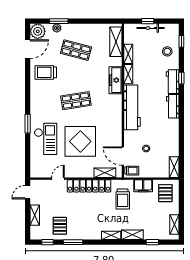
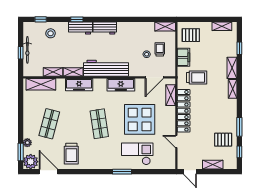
window: (59, 21) -> (21, 152), moved
freezer: (115, 122) -> (121, 85), added
trolley: (132, 171) -> (160, 49), moved

